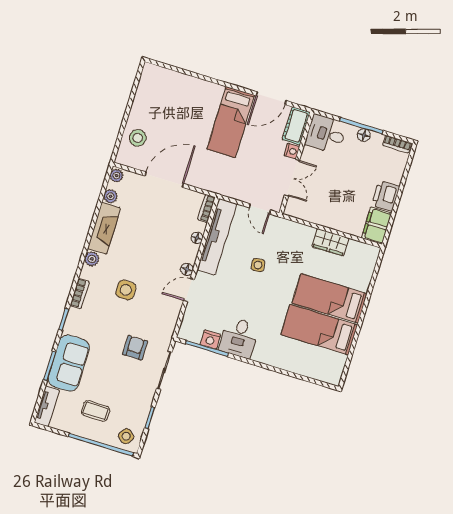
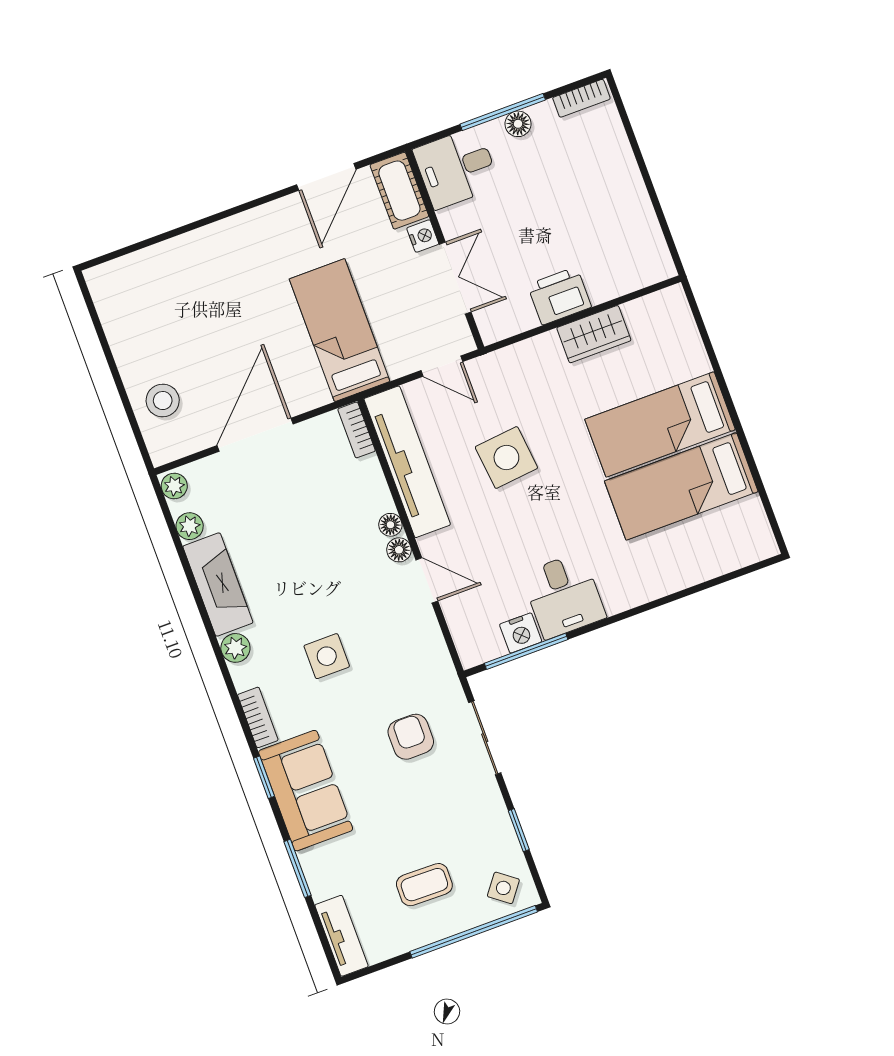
bed: (231, 122) -> (340, 330), moved, turned 180
printer: (386, 196) -> (559, 296), moved, turned 90
filing cabinet: (377, 226) -> (647, 252), removed
floor lamp: (197, 238) -> (390, 525), moved
side table: (258, 265) -> (506, 458), width x1.87, depth x1.87
door: (189, 290) -> (427, 580), swing flipped
sofa: (69, 363) -> (306, 791), moved

